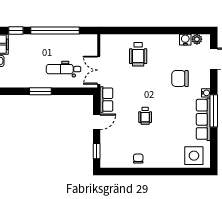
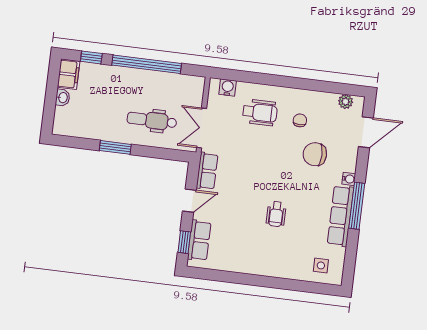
water cooler: (185, 40) -> (228, 87), moved
wheelchair: (138, 54) -> (260, 112), turned -90
wheelchair: (145, 116) -> (276, 214), moved
row of seats: (107, 149) -> (199, 240), added
side table: (194, 156) -> (321, 265), width x0.54, depth x0.54
chair: (138, 159) -> (300, 120), moved

